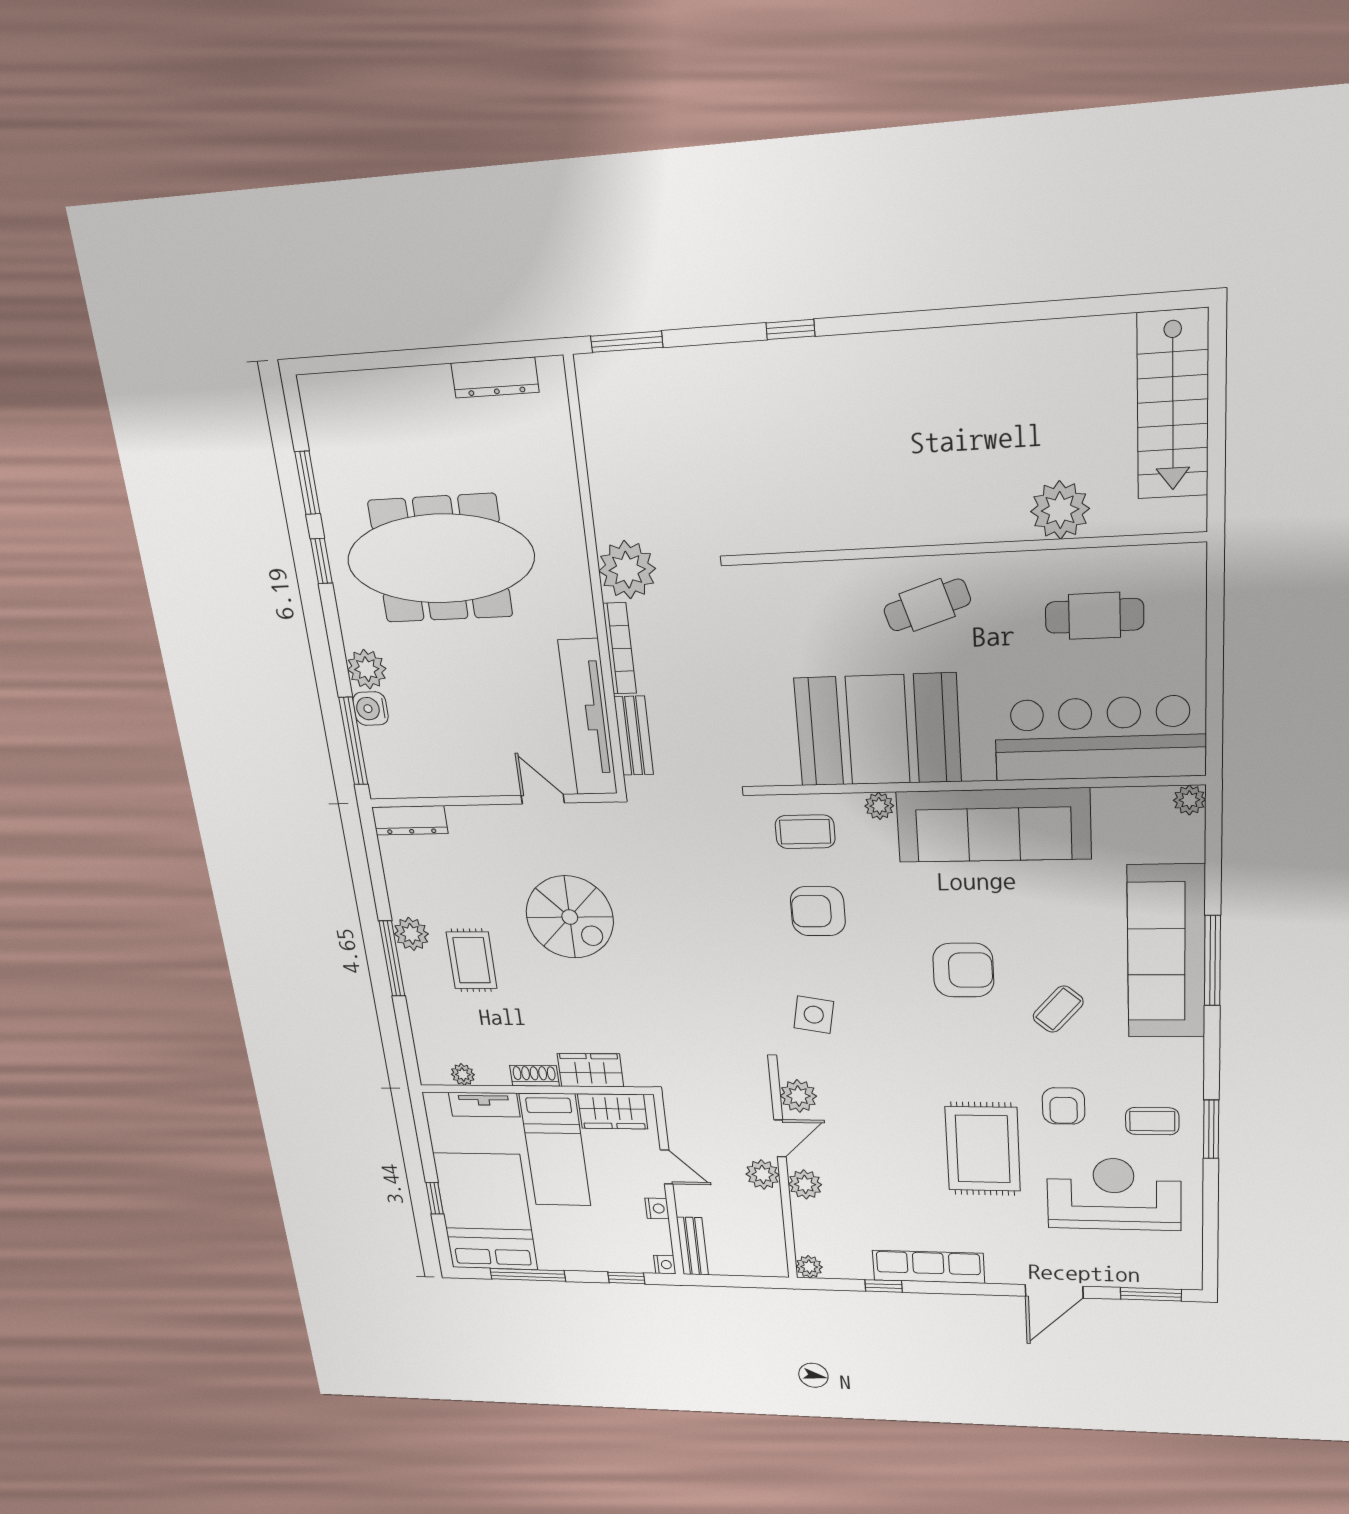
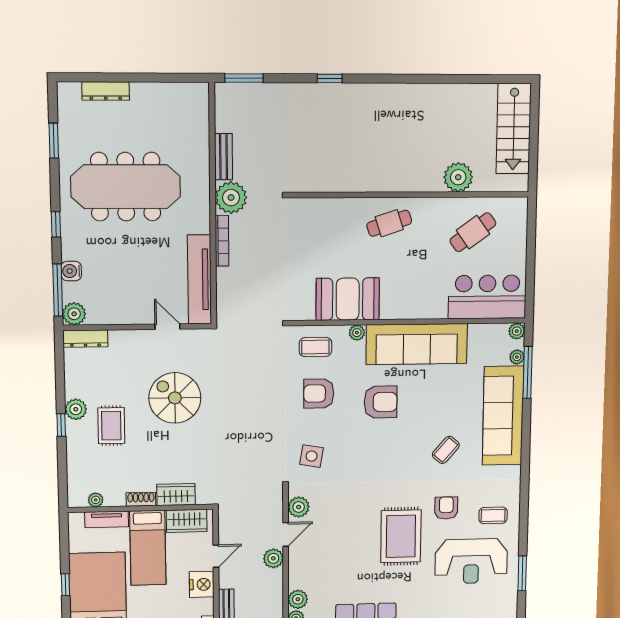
dresser: (495, 378) -> (106, 91), moved
window: (321, 561) -> (56, 224), moved
cafe table: (1094, 616) -> (473, 232), turned -36
plant: (367, 669) -> (74, 314), moved
booth: (878, 730) -> (348, 299), width x0.73, depth x0.70
bench: (634, 736) -> (224, 157), moved
bar counter: (1100, 738) -> (487, 297), width x0.73
plant: (1191, 847) -> (517, 357), added
spiral stairs: (570, 917) -> (175, 398), turned 180
window: (392, 959) -> (61, 425), width x0.46
window: (1212, 961) -> (528, 372), moved
armchair: (963, 970) -> (381, 402), moved
armchair: (1064, 1106) -> (446, 508), turned 180
window: (1211, 1129) -> (522, 573), moved
door: (667, 1167) -> (216, 556), hinge flipped
plant: (805, 1184) -> (298, 599), moved
reception desk: (1114, 1194) -> (471, 561), turned 180
nightstand: (657, 1208) -> (202, 584), width x1.89, depth x1.79

